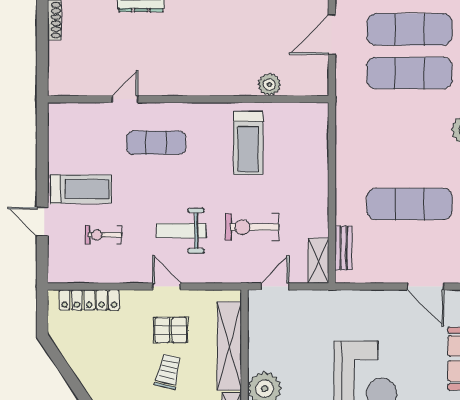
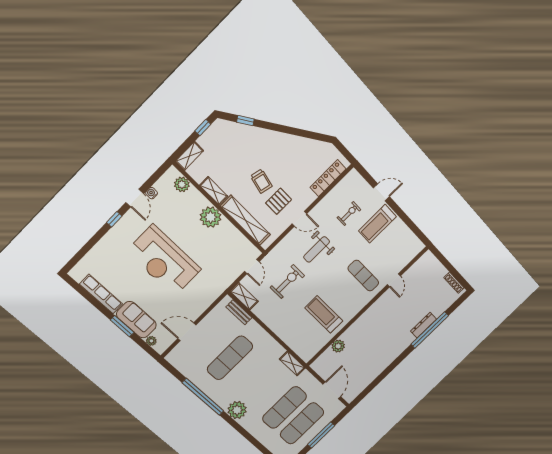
shelving: (345, 120) -> (292, 363), added
exercise mat: (156, 143) -> (363, 276), turned 90
weight bench: (181, 231) -> (317, 249), turned 180

